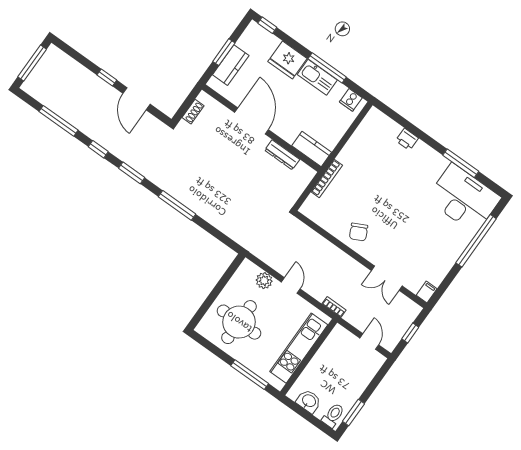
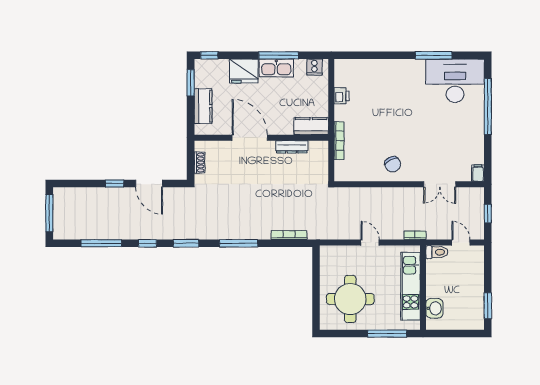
window: (224, 52) -> (191, 83), moved
printer: (407, 139) -> (342, 96), moved, turned -90
bookcase: (226, 229) -> (289, 235), added
plant: (264, 281) -> (347, 253), removed
washbasin: (309, 401) -> (434, 308), moved, turned 90
toilet: (333, 415) -> (437, 252), moved, turned 90

